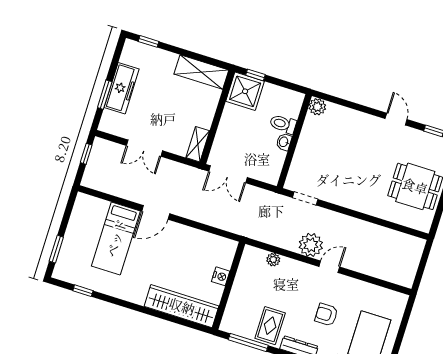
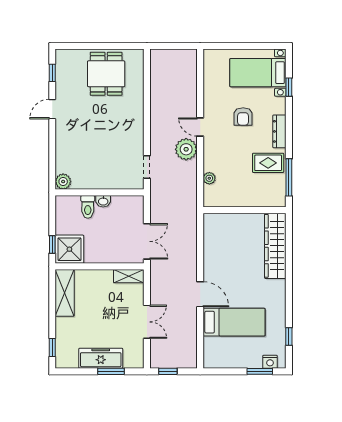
nightstand: (221, 276) -> (270, 362), moved, turned 180

